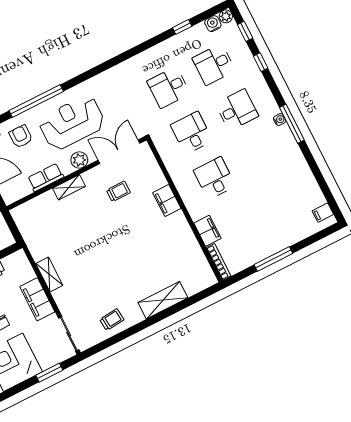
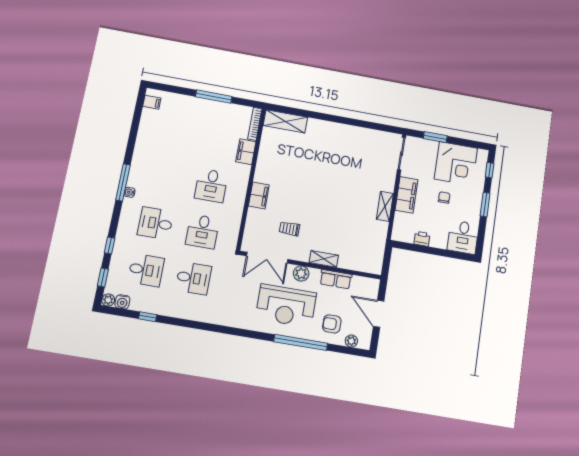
armchair: (21, 136) -> (332, 324), turned 90
shelving: (163, 300) -> (285, 121), moved
trolley: (112, 320) -> (363, 141), removed

